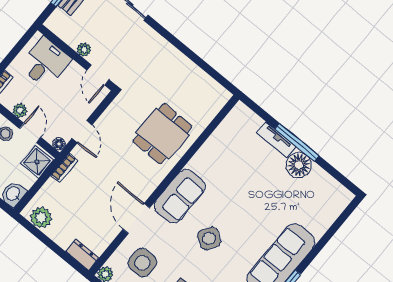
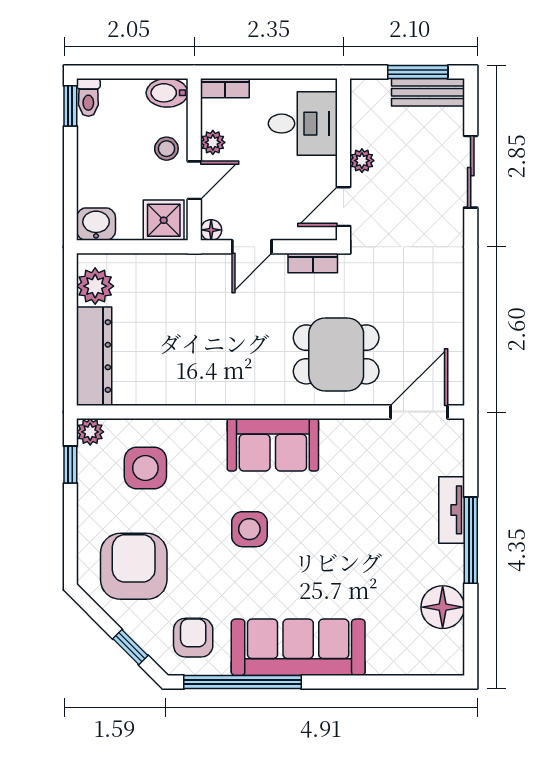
floor lamp: (299, 165) -> (443, 607), moved
bookcase: (65, 168) -> (313, 263), moved
door: (136, 219) -> (419, 412), moved
side table: (209, 238) -> (249, 529), turned -34
dresser: (82, 255) -> (94, 356), width x1.96, depth x1.24

